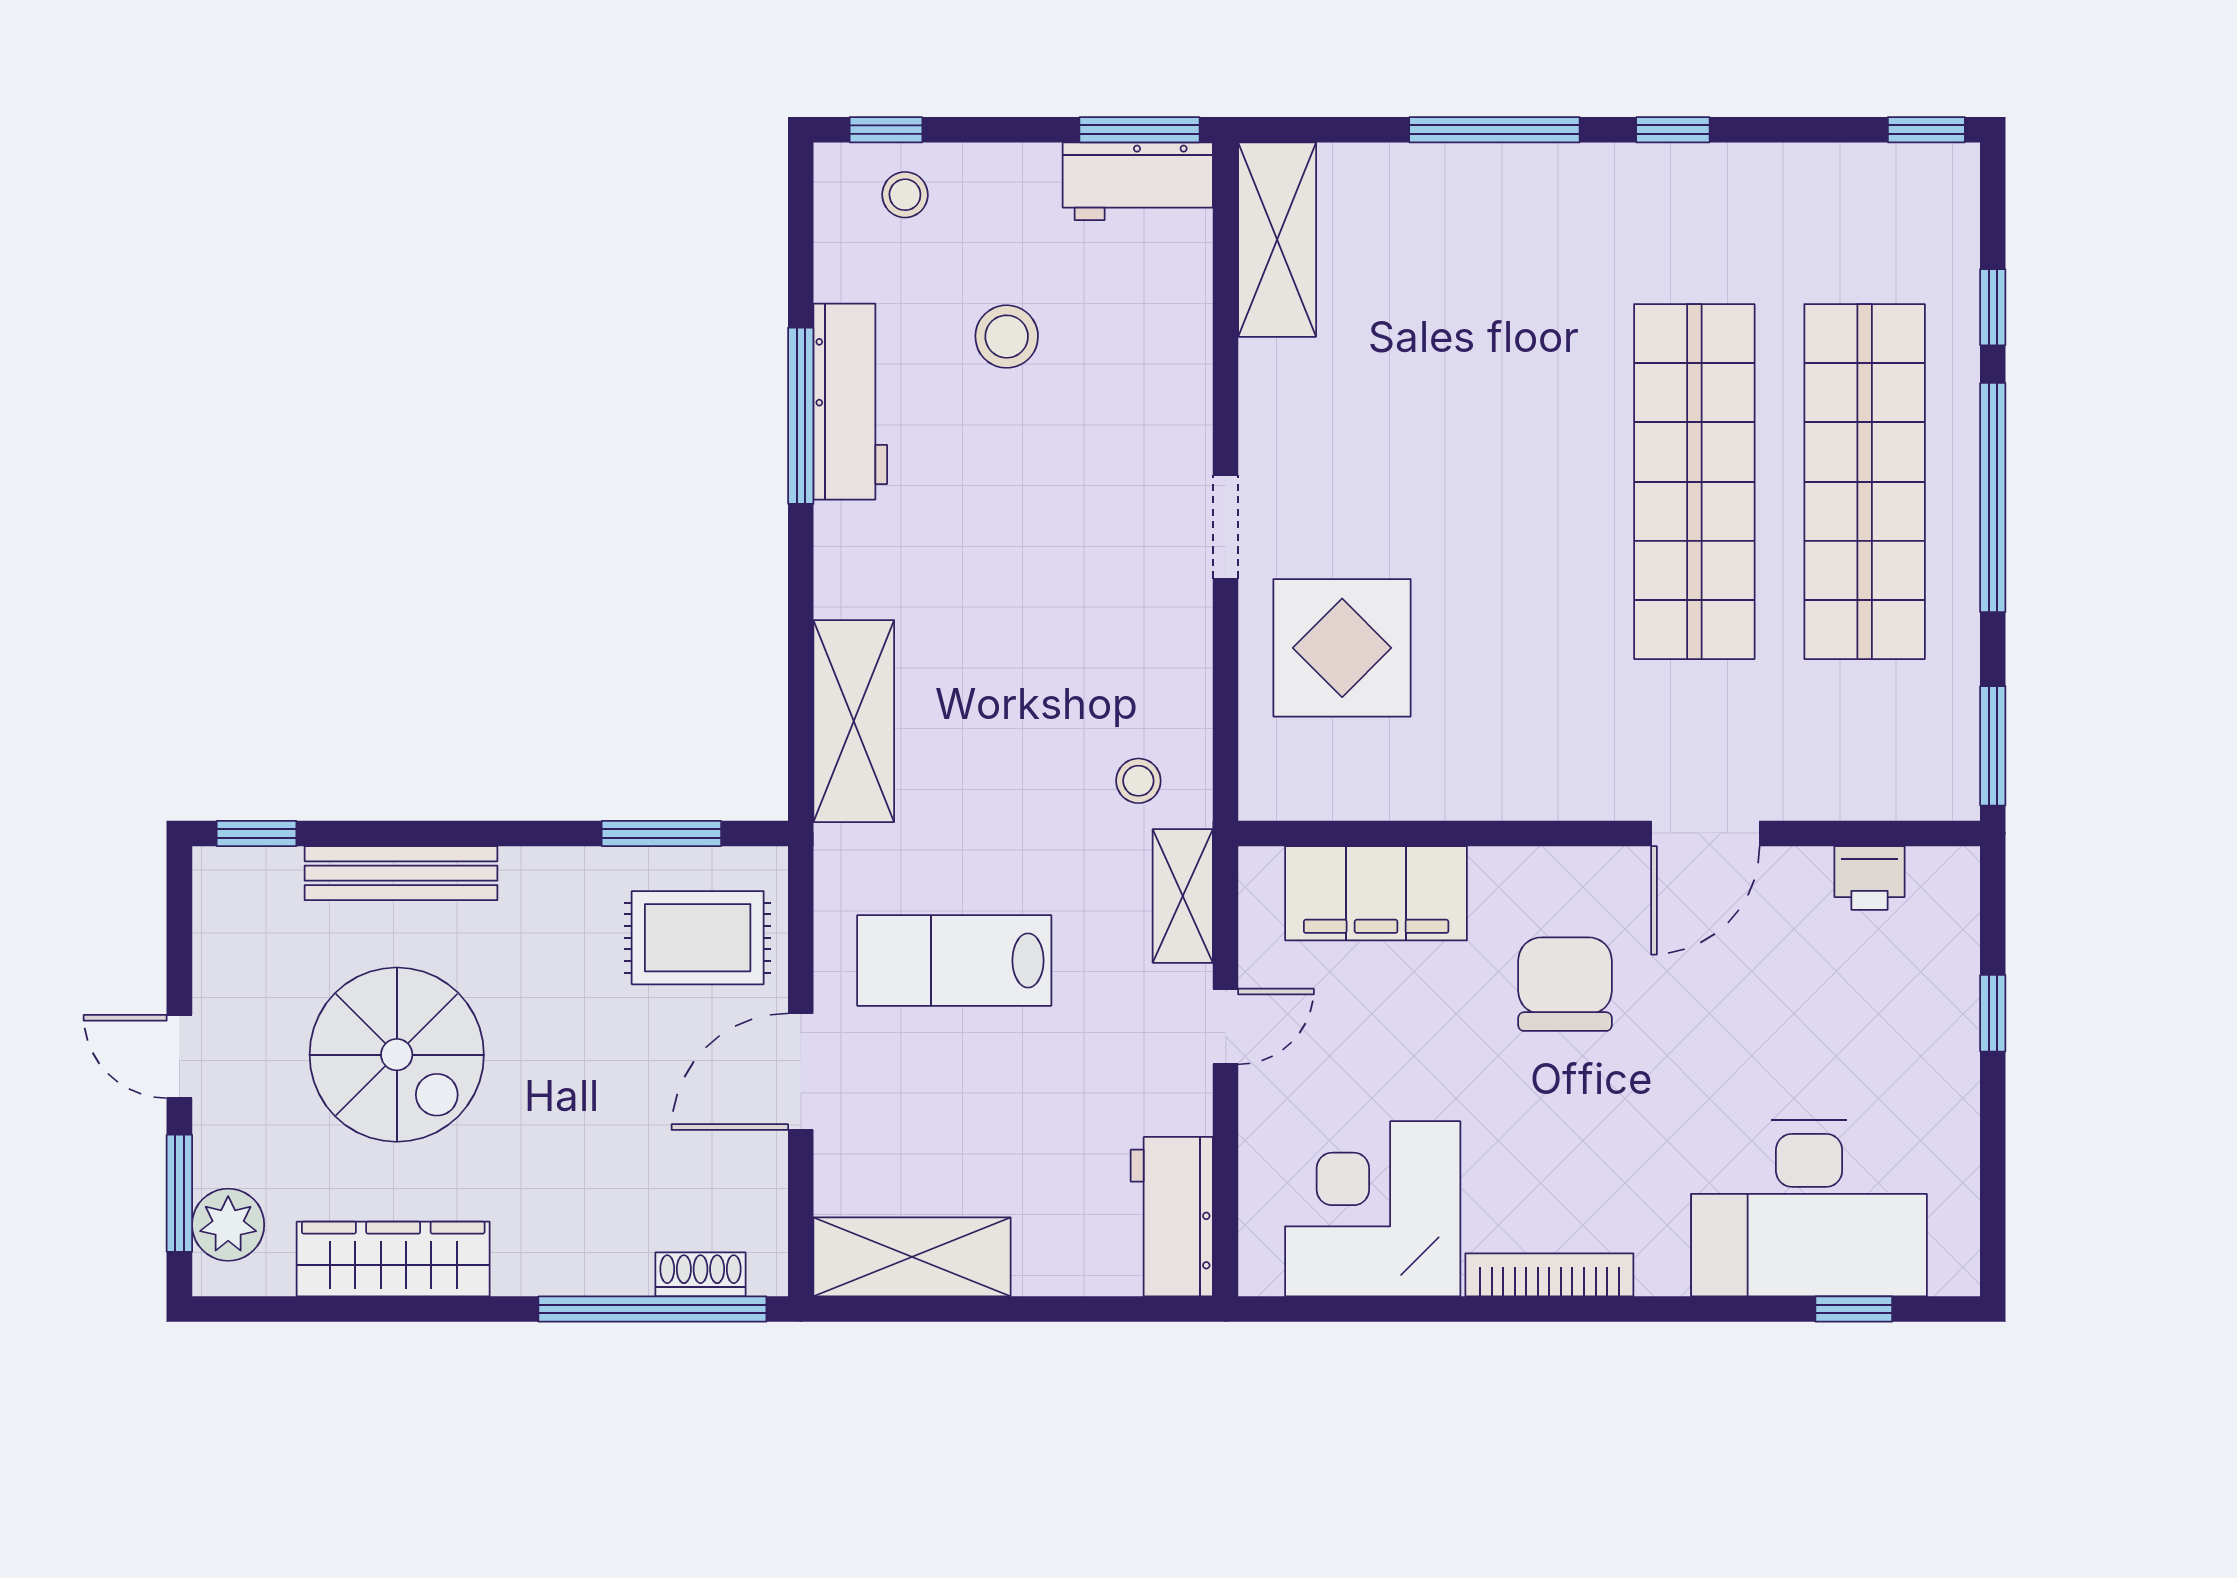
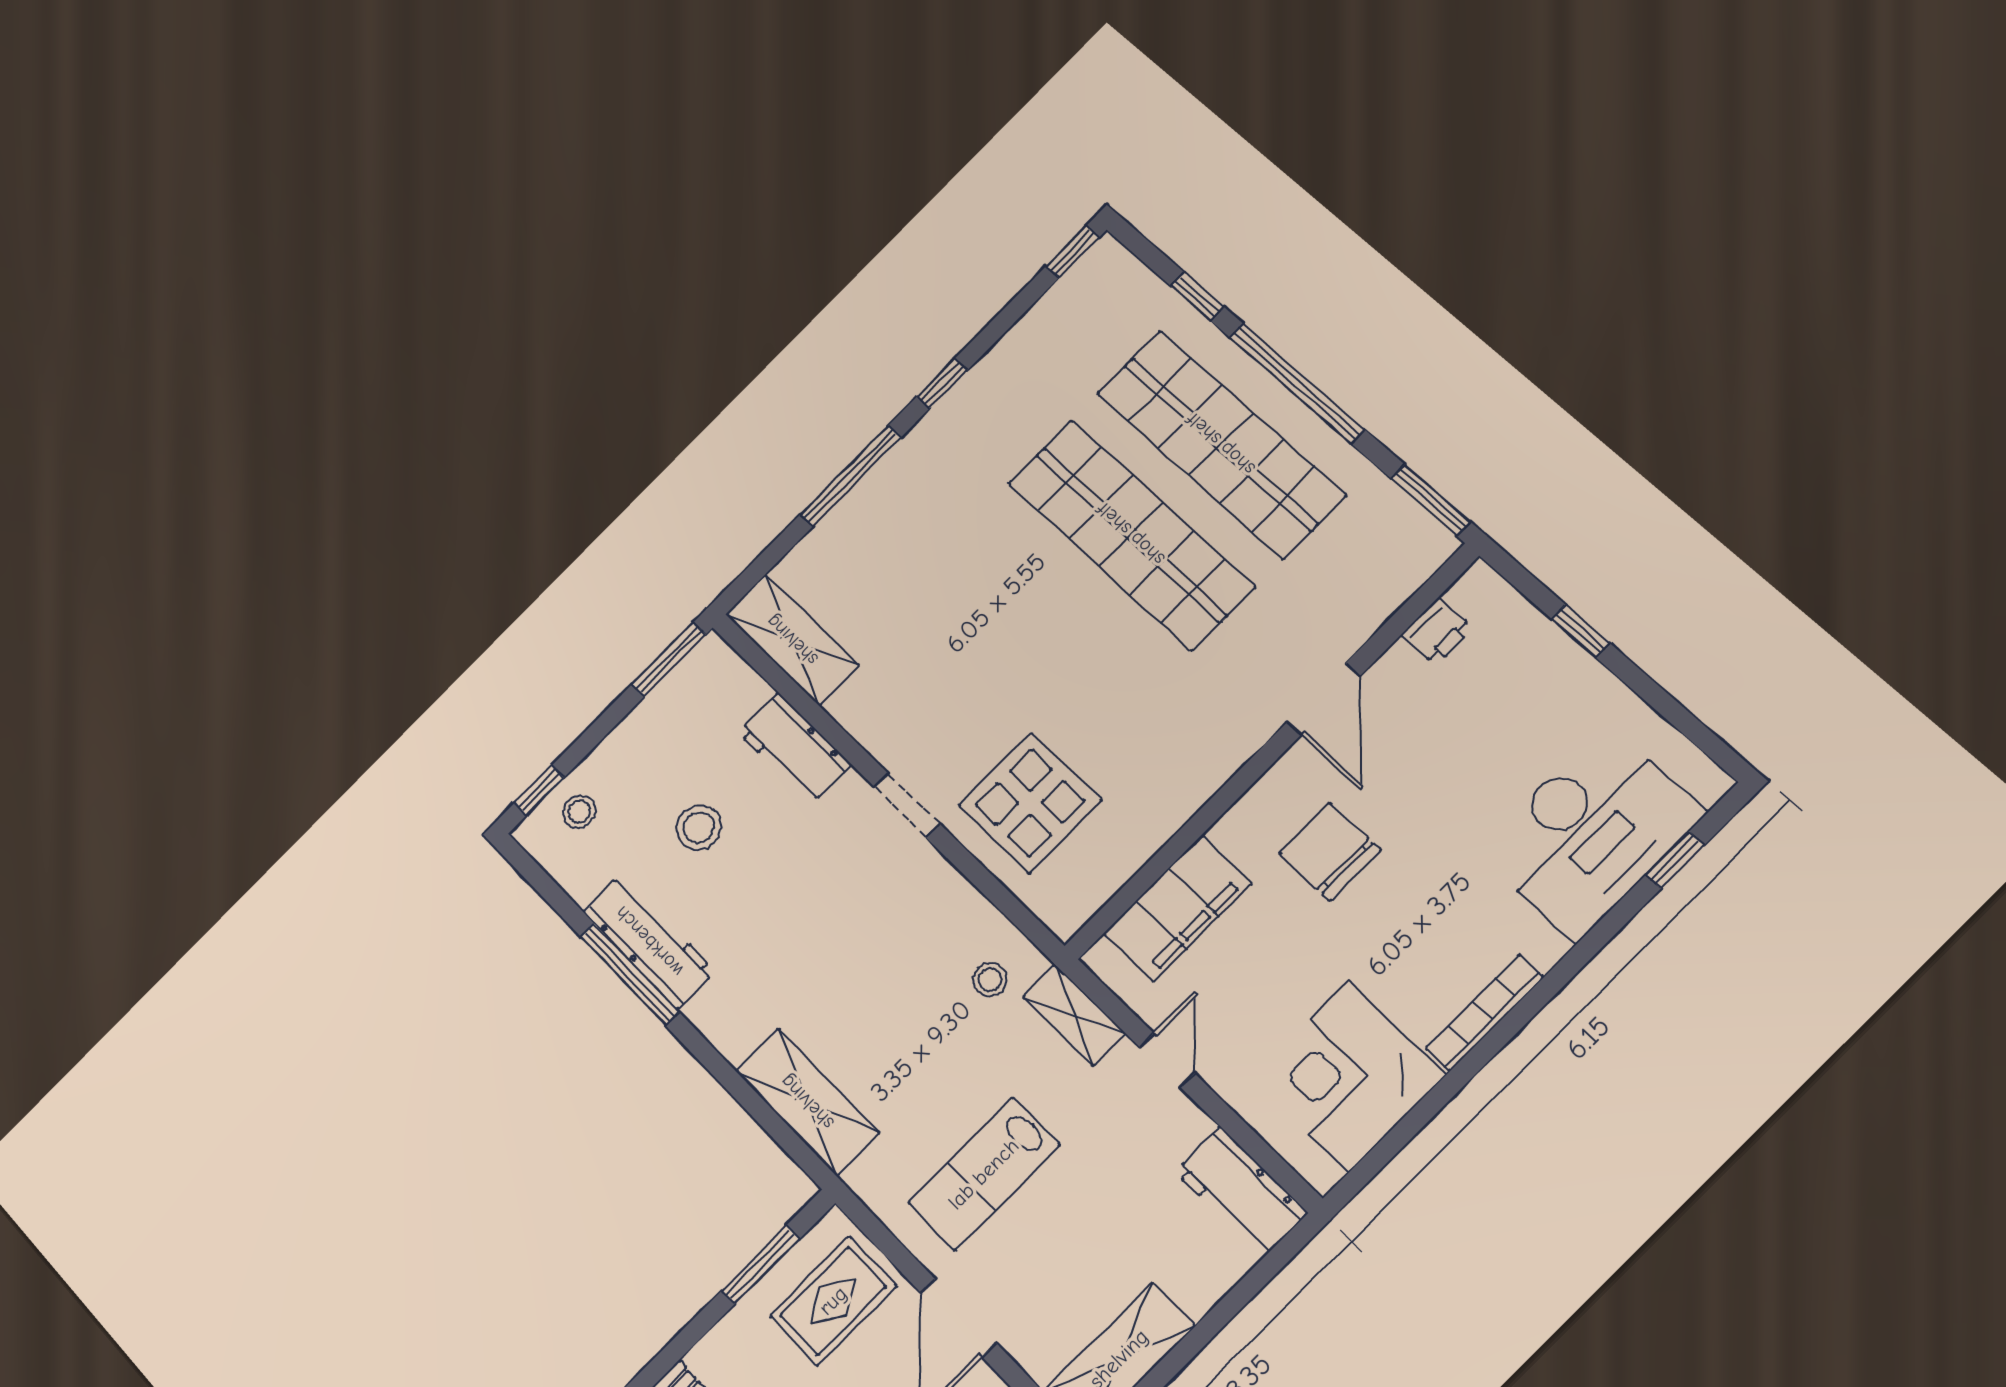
workbench: (1138, 181) -> (794, 748), moved, turned 90

